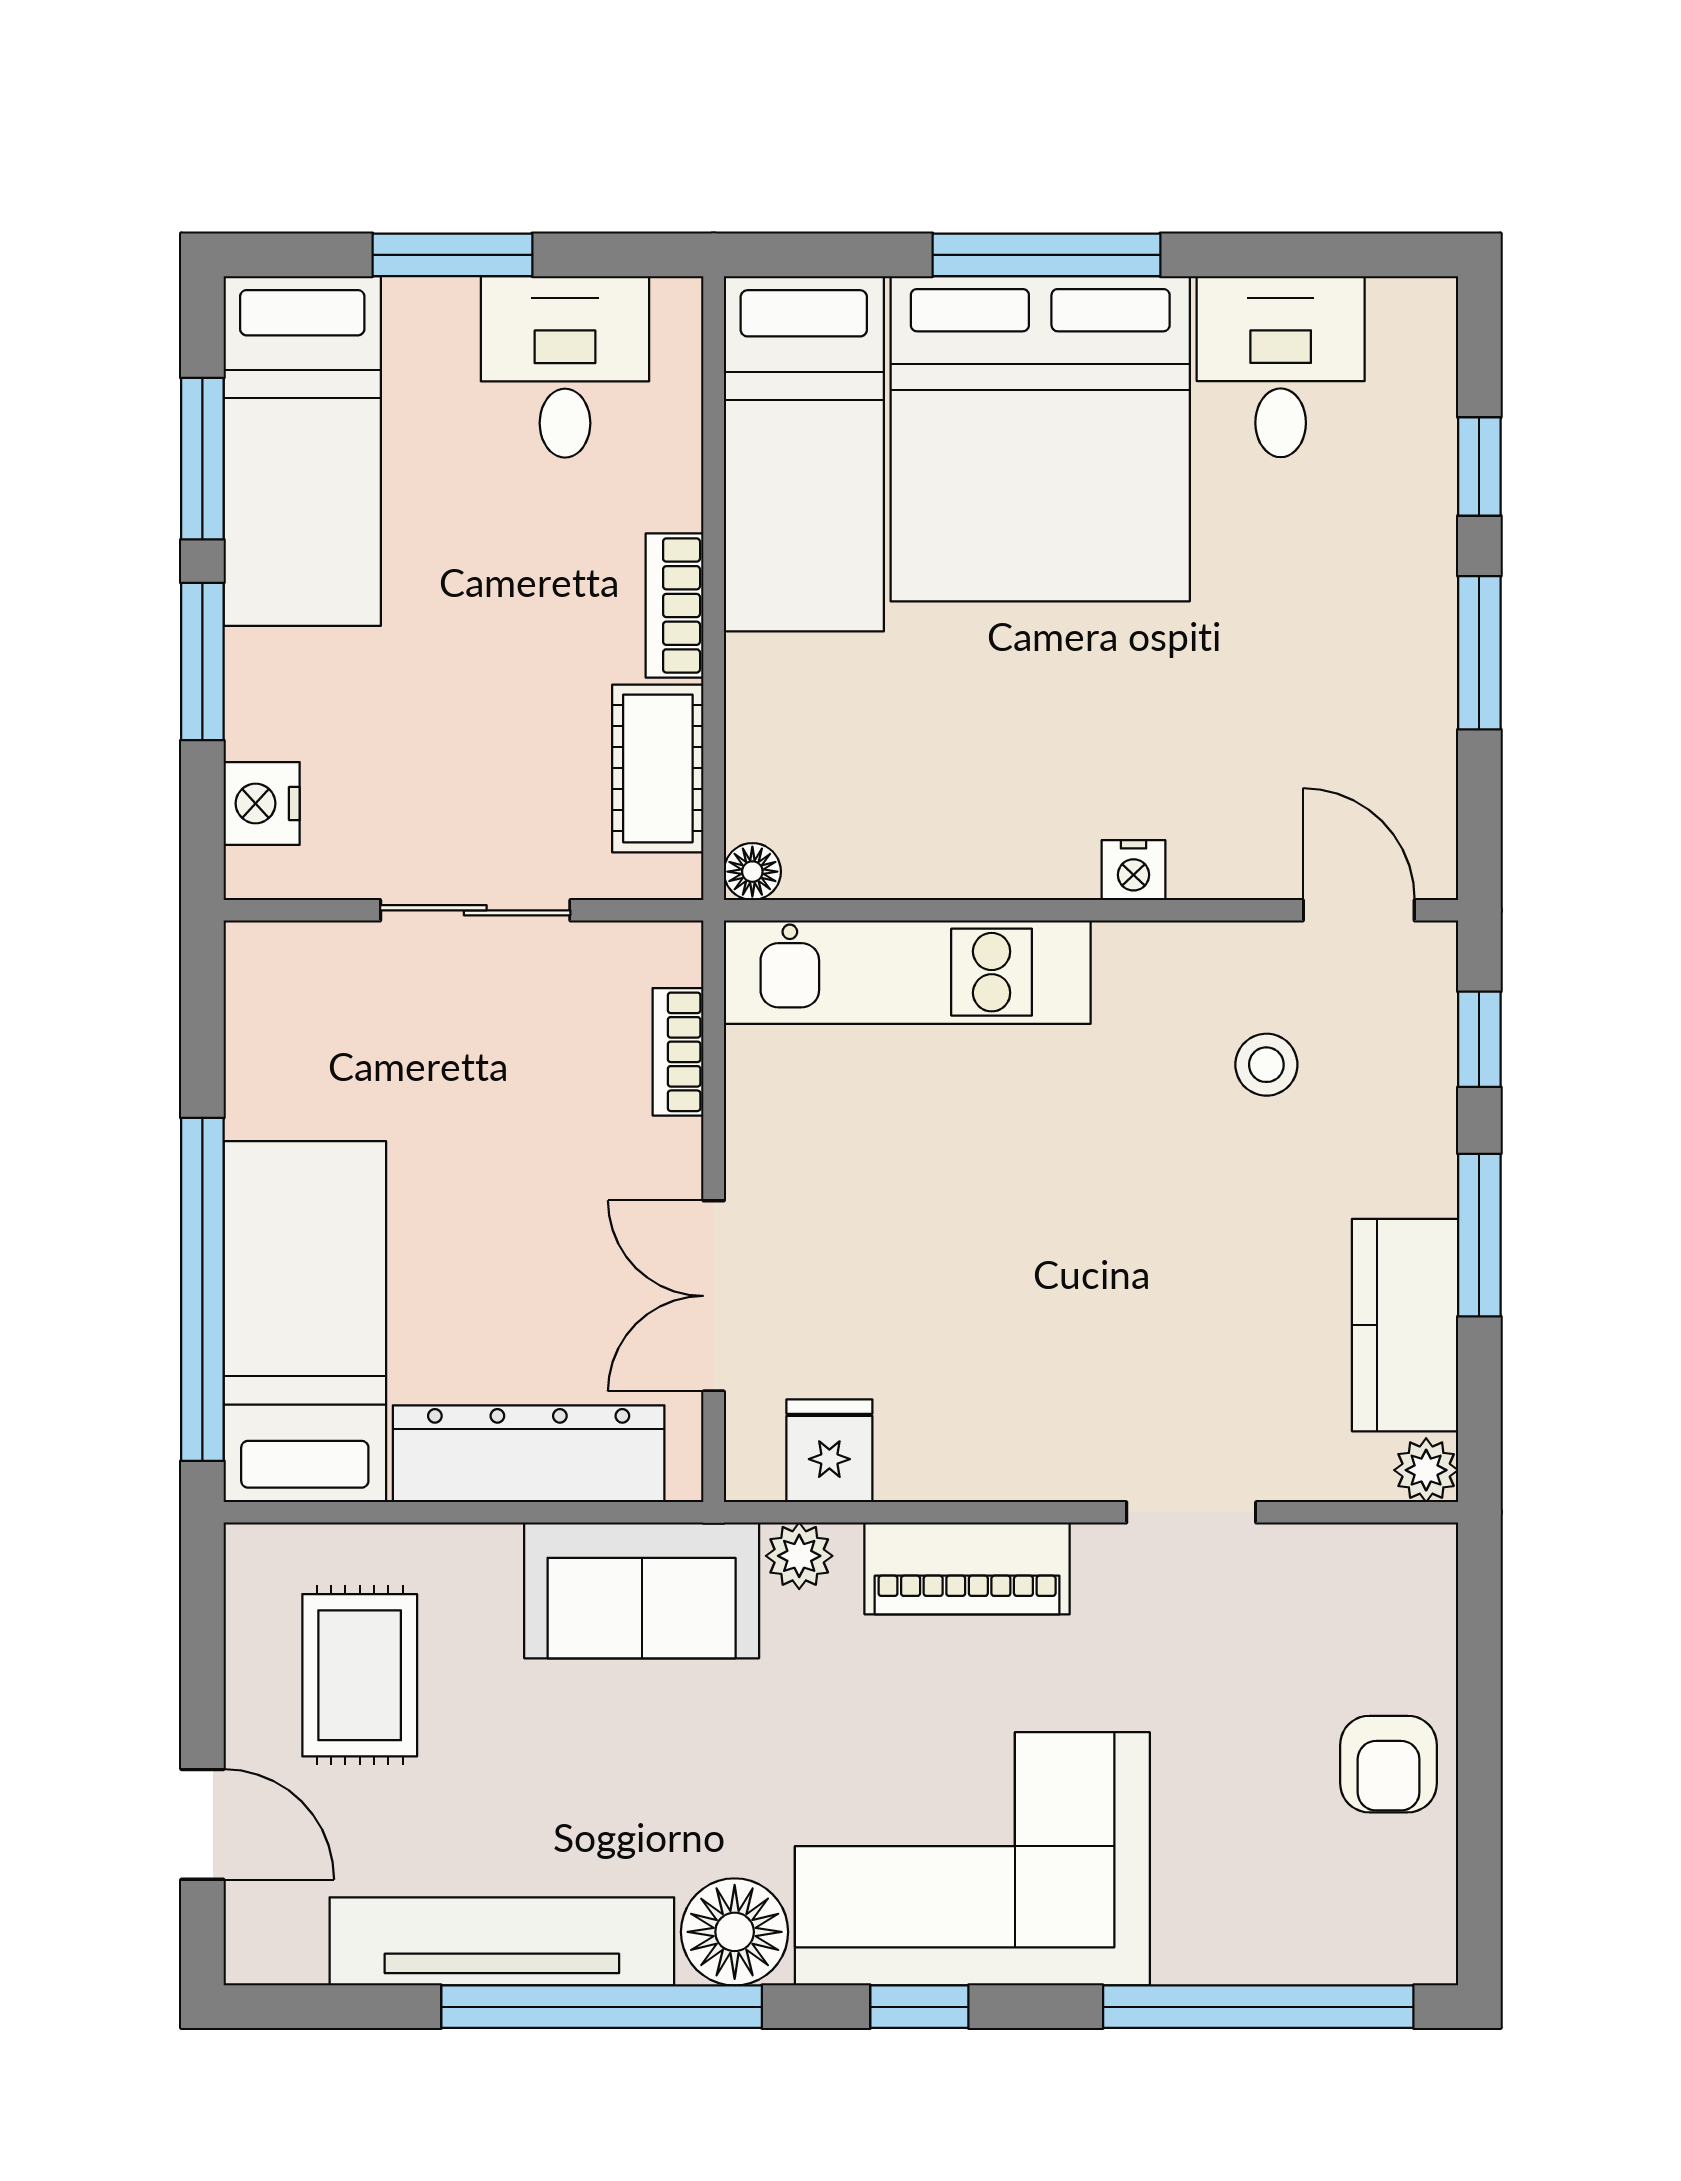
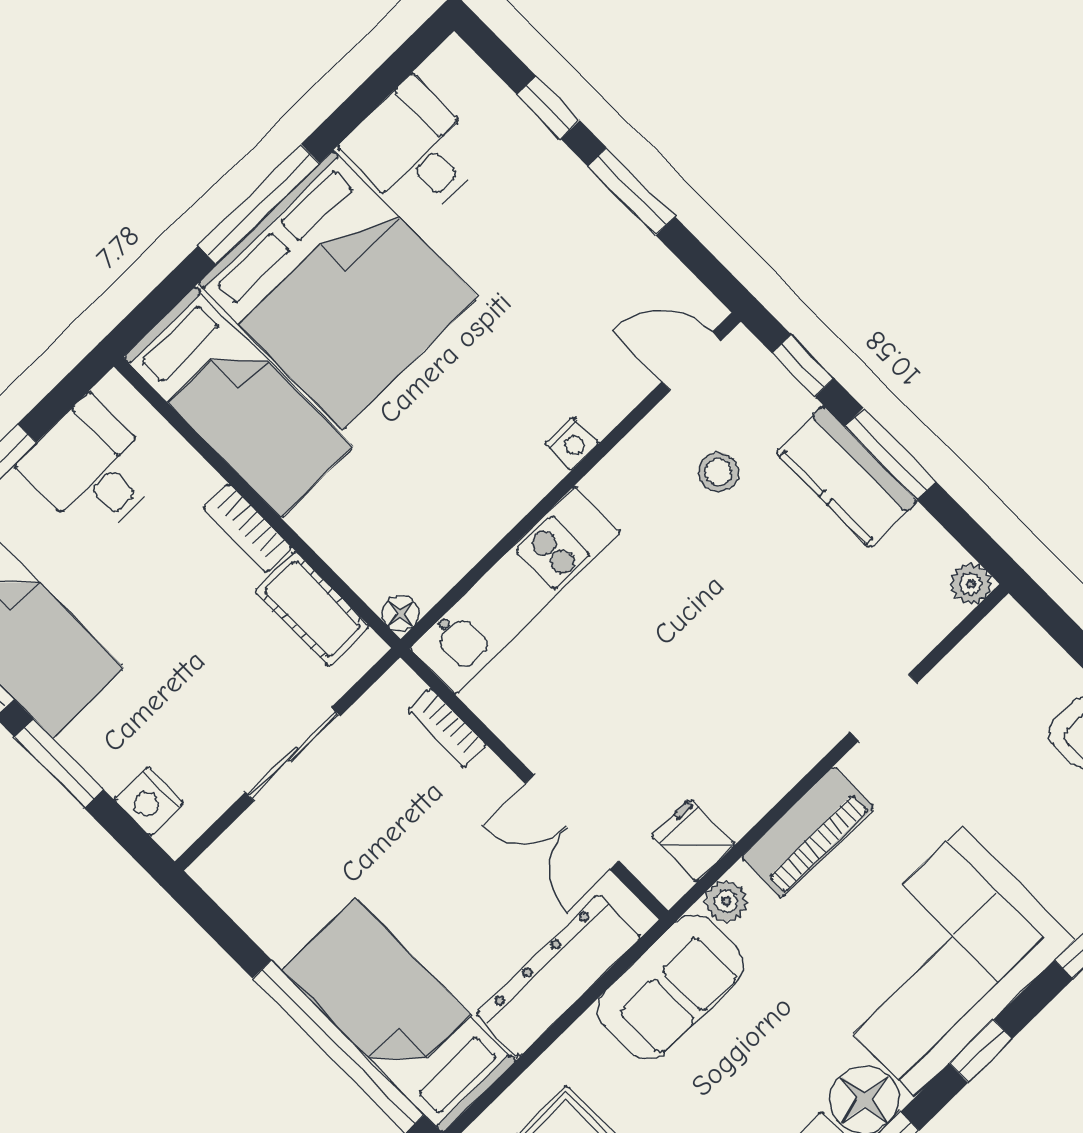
kitchen counter: (1405, 1325) -> (847, 477), moved

